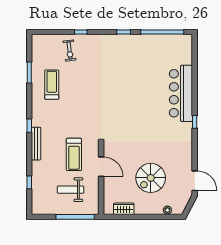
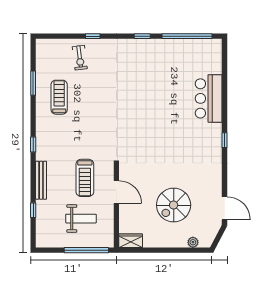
bar counter: (181, 93) -> (209, 98), width x0.73
bench: (36, 144) -> (41, 180), moved
weight bench: (71, 190) -> (81, 219), turned 180
wardrobe: (124, 209) -> (131, 241), moved

